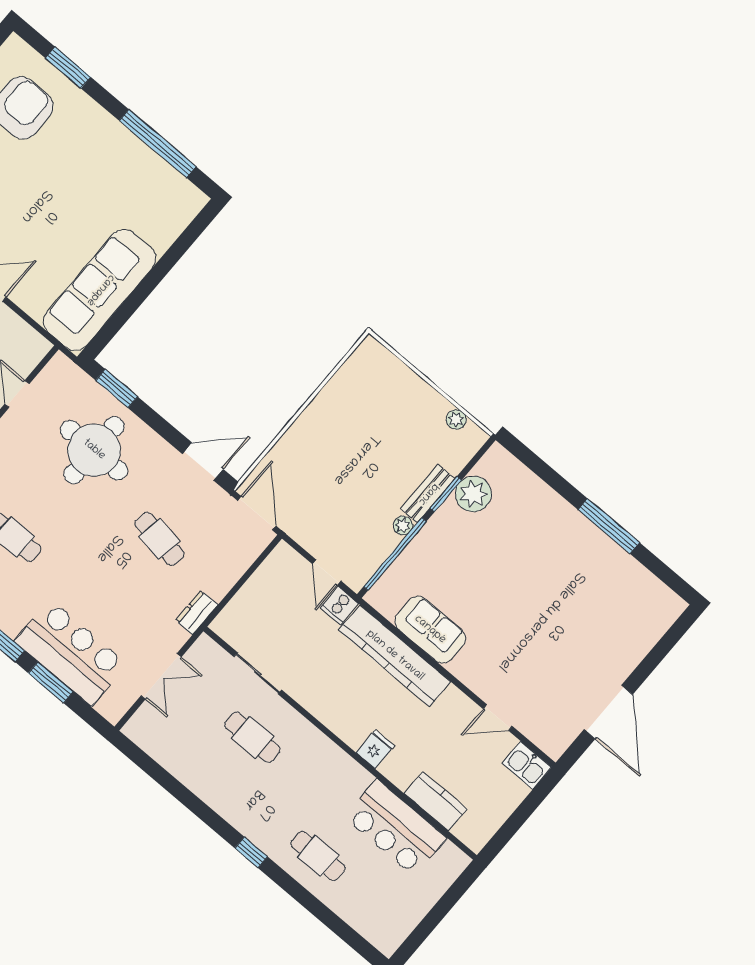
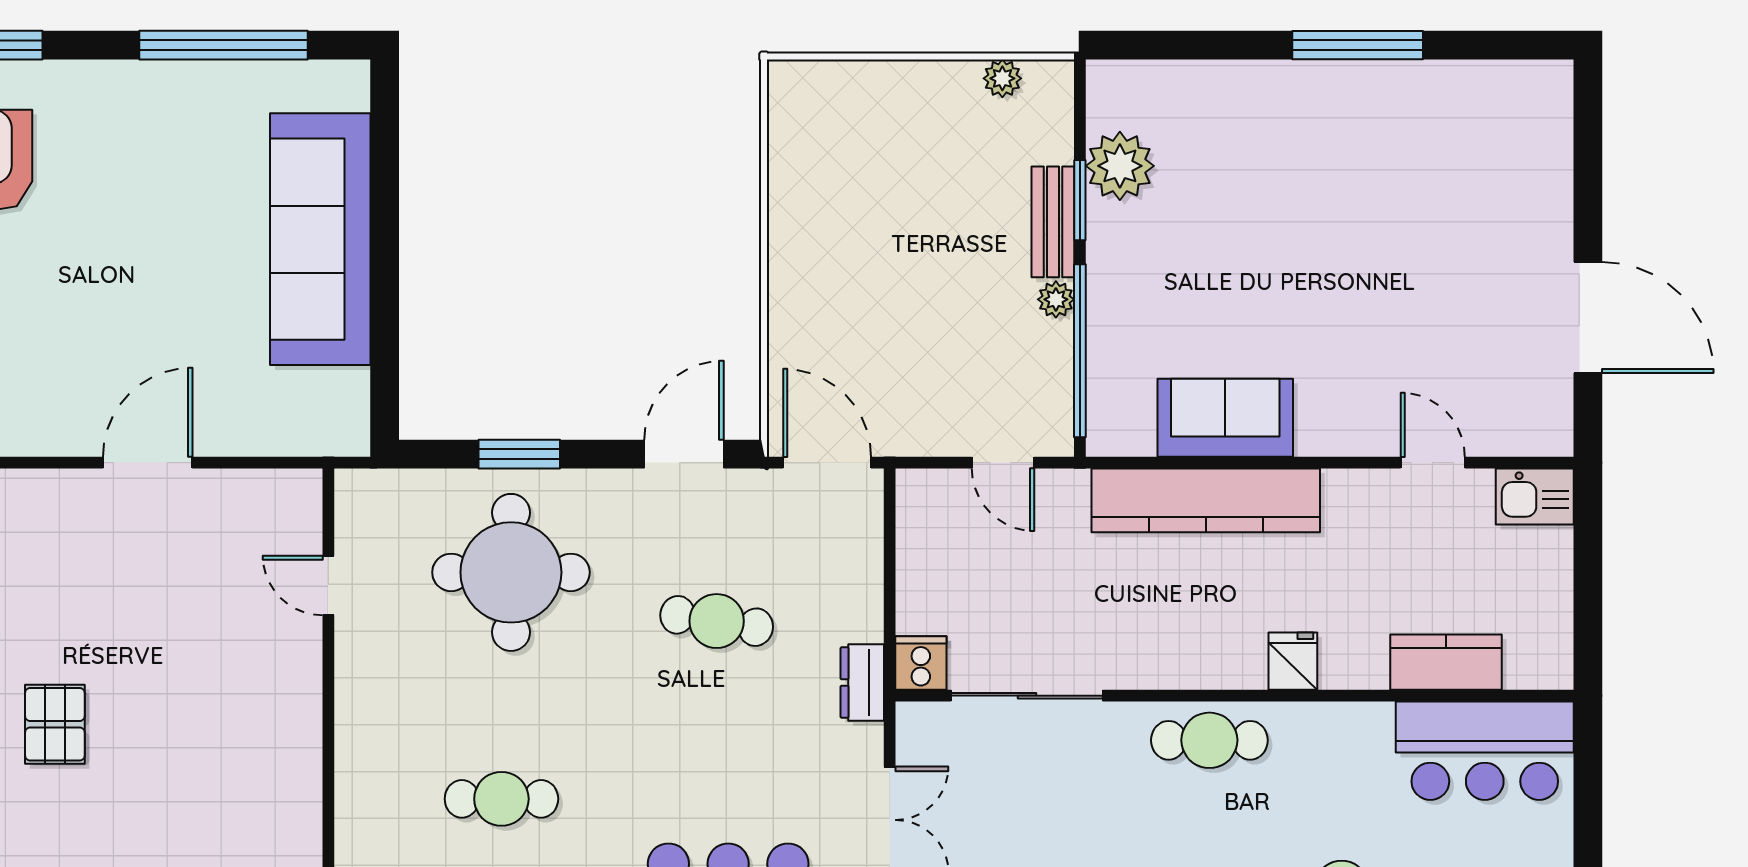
sofa: (100, 290) -> (320, 239), moved
window: (117, 388) -> (519, 454), moved
cooker: (339, 605) -> (921, 663), moved, turned 180
sliding door: (258, 673) -> (1027, 696), width x1.37
door: (498, 717) -> (1433, 463), swing flipped
cafe table: (252, 737) -> (1209, 740), moved
bar counter: (395, 828) -> (1485, 751), moved

